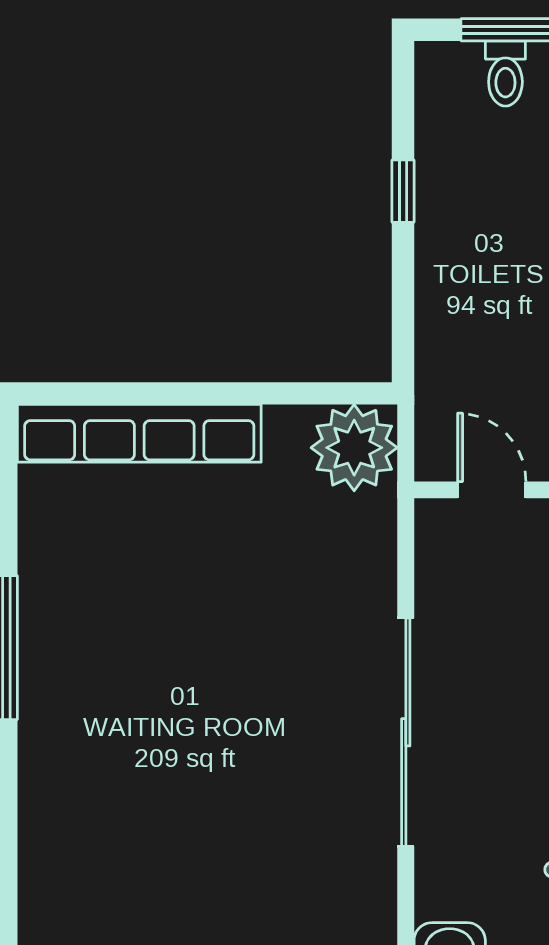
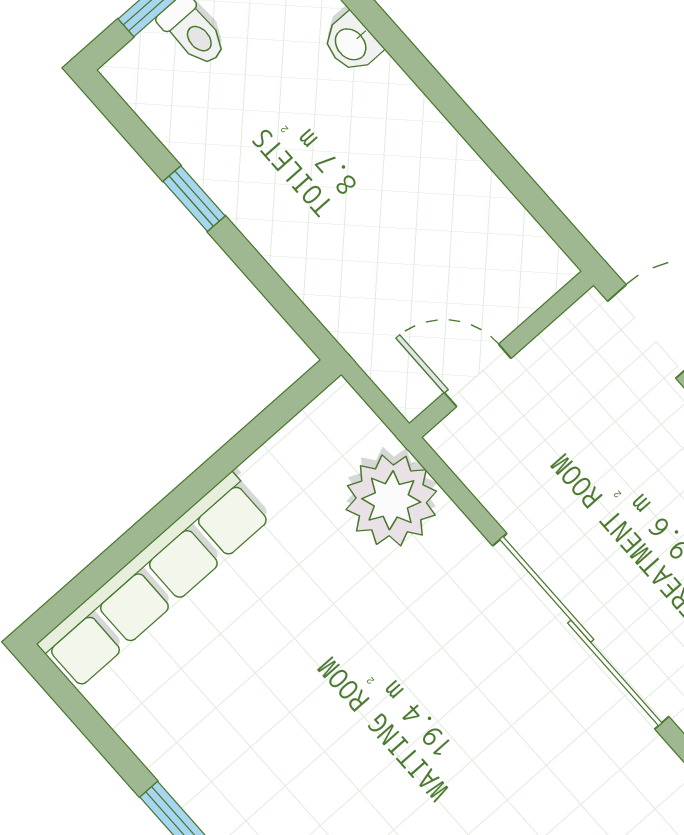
plant: (354, 448) -> (391, 500), moved

